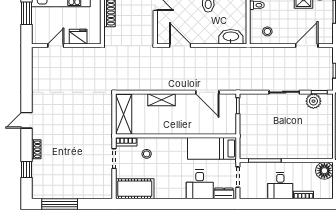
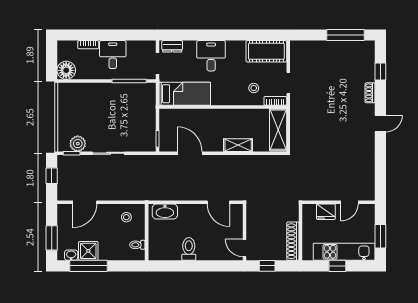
desk: (200, 184) -> (211, 56), moved

